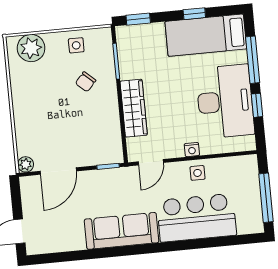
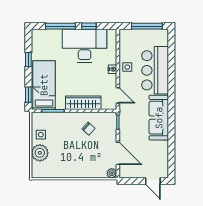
bed: (206, 35) -> (44, 85), moved, turned 180
plant: (31, 48) -> (40, 153), moved
chair: (86, 82) -> (88, 129), moved

